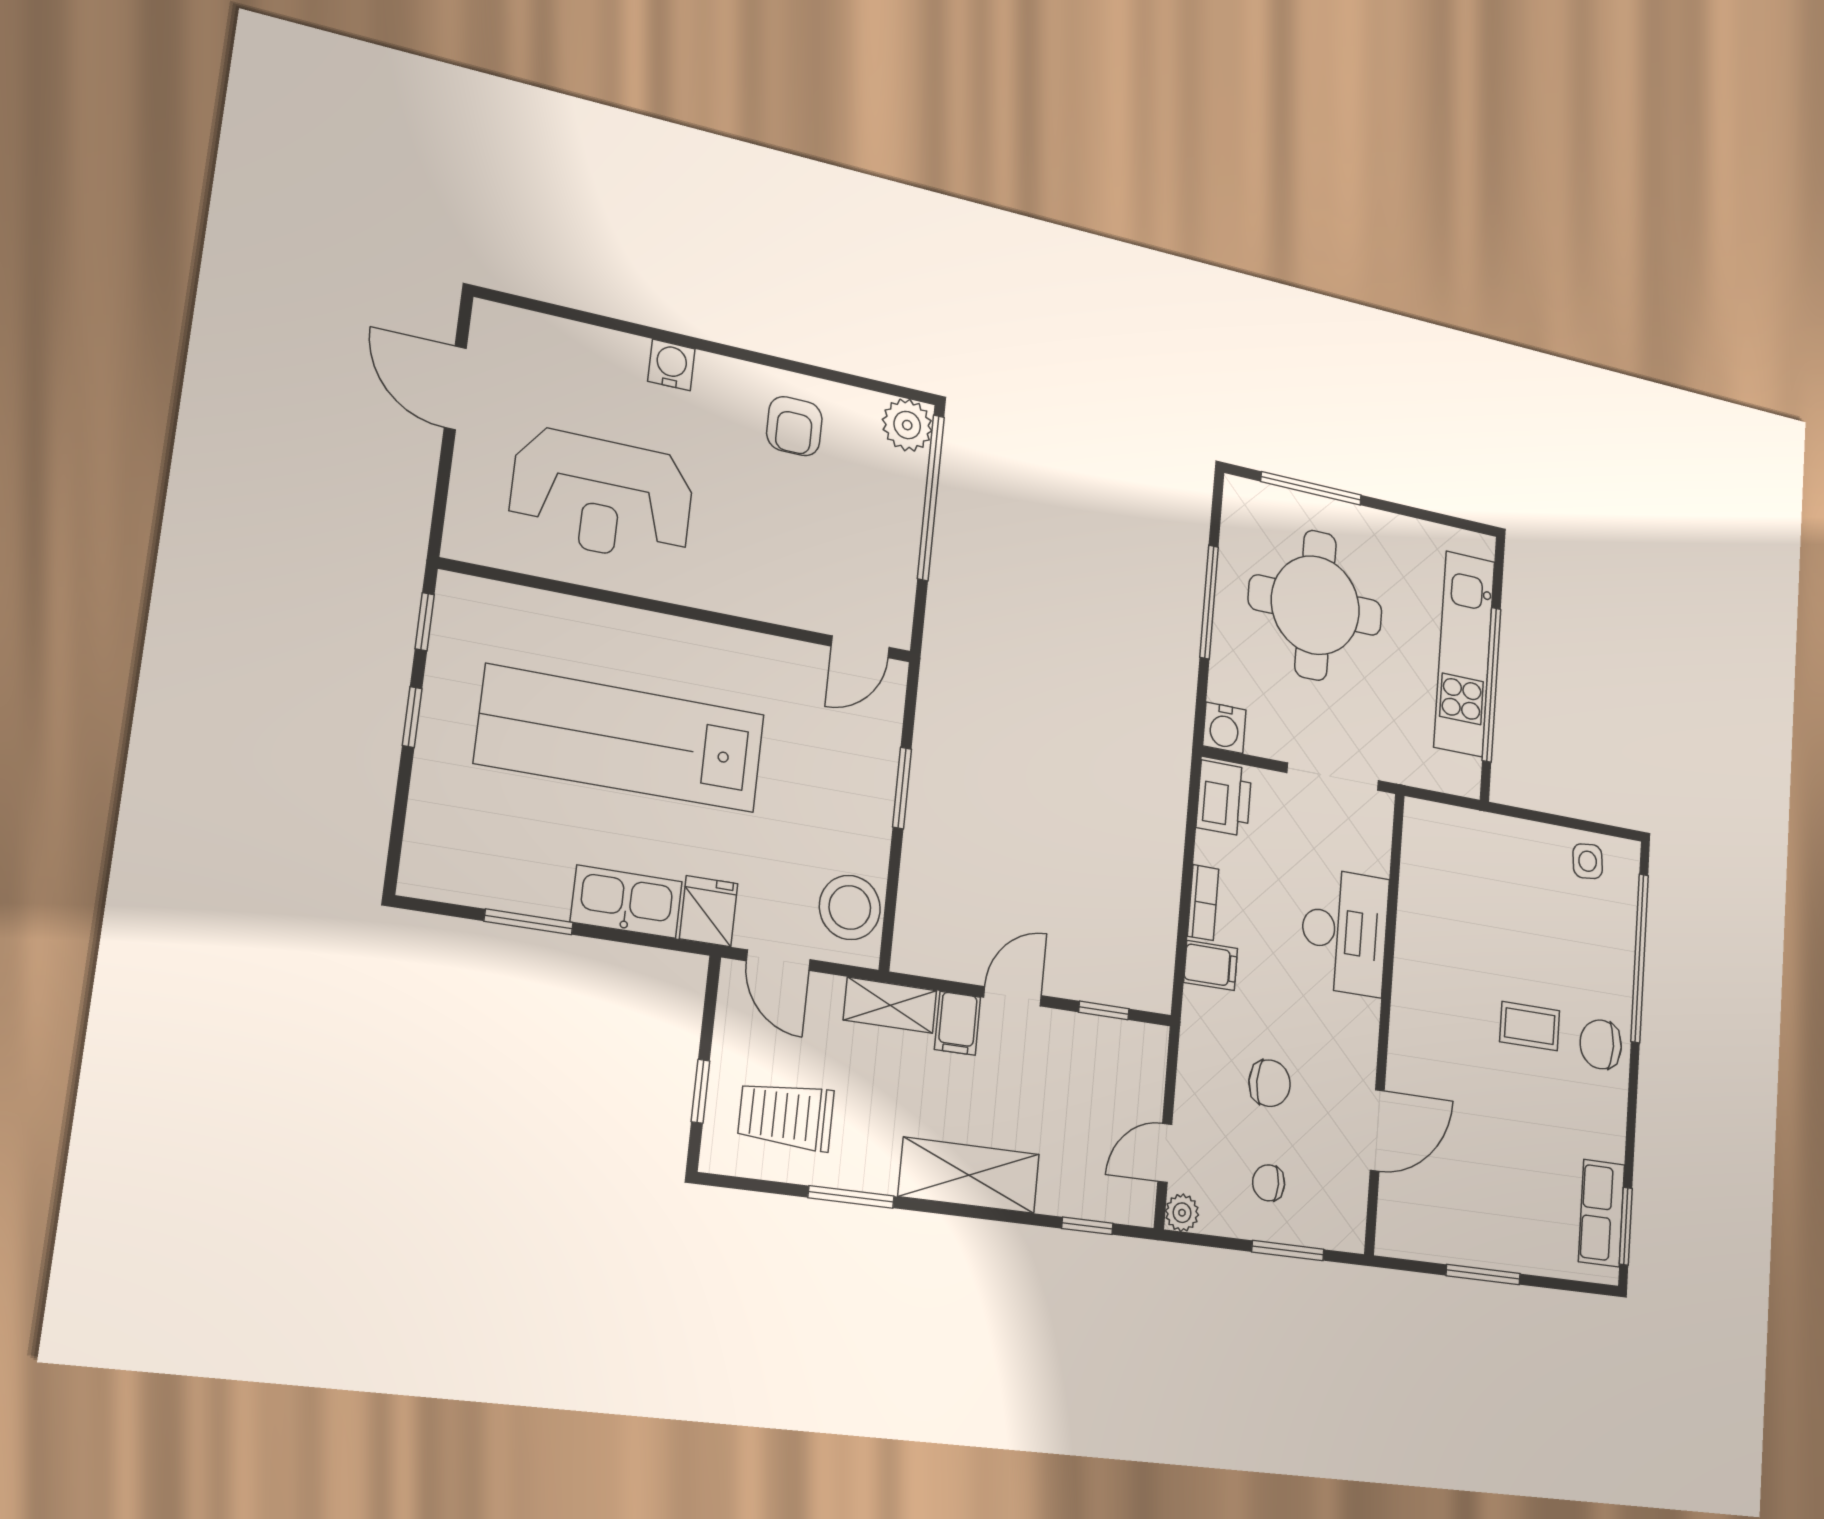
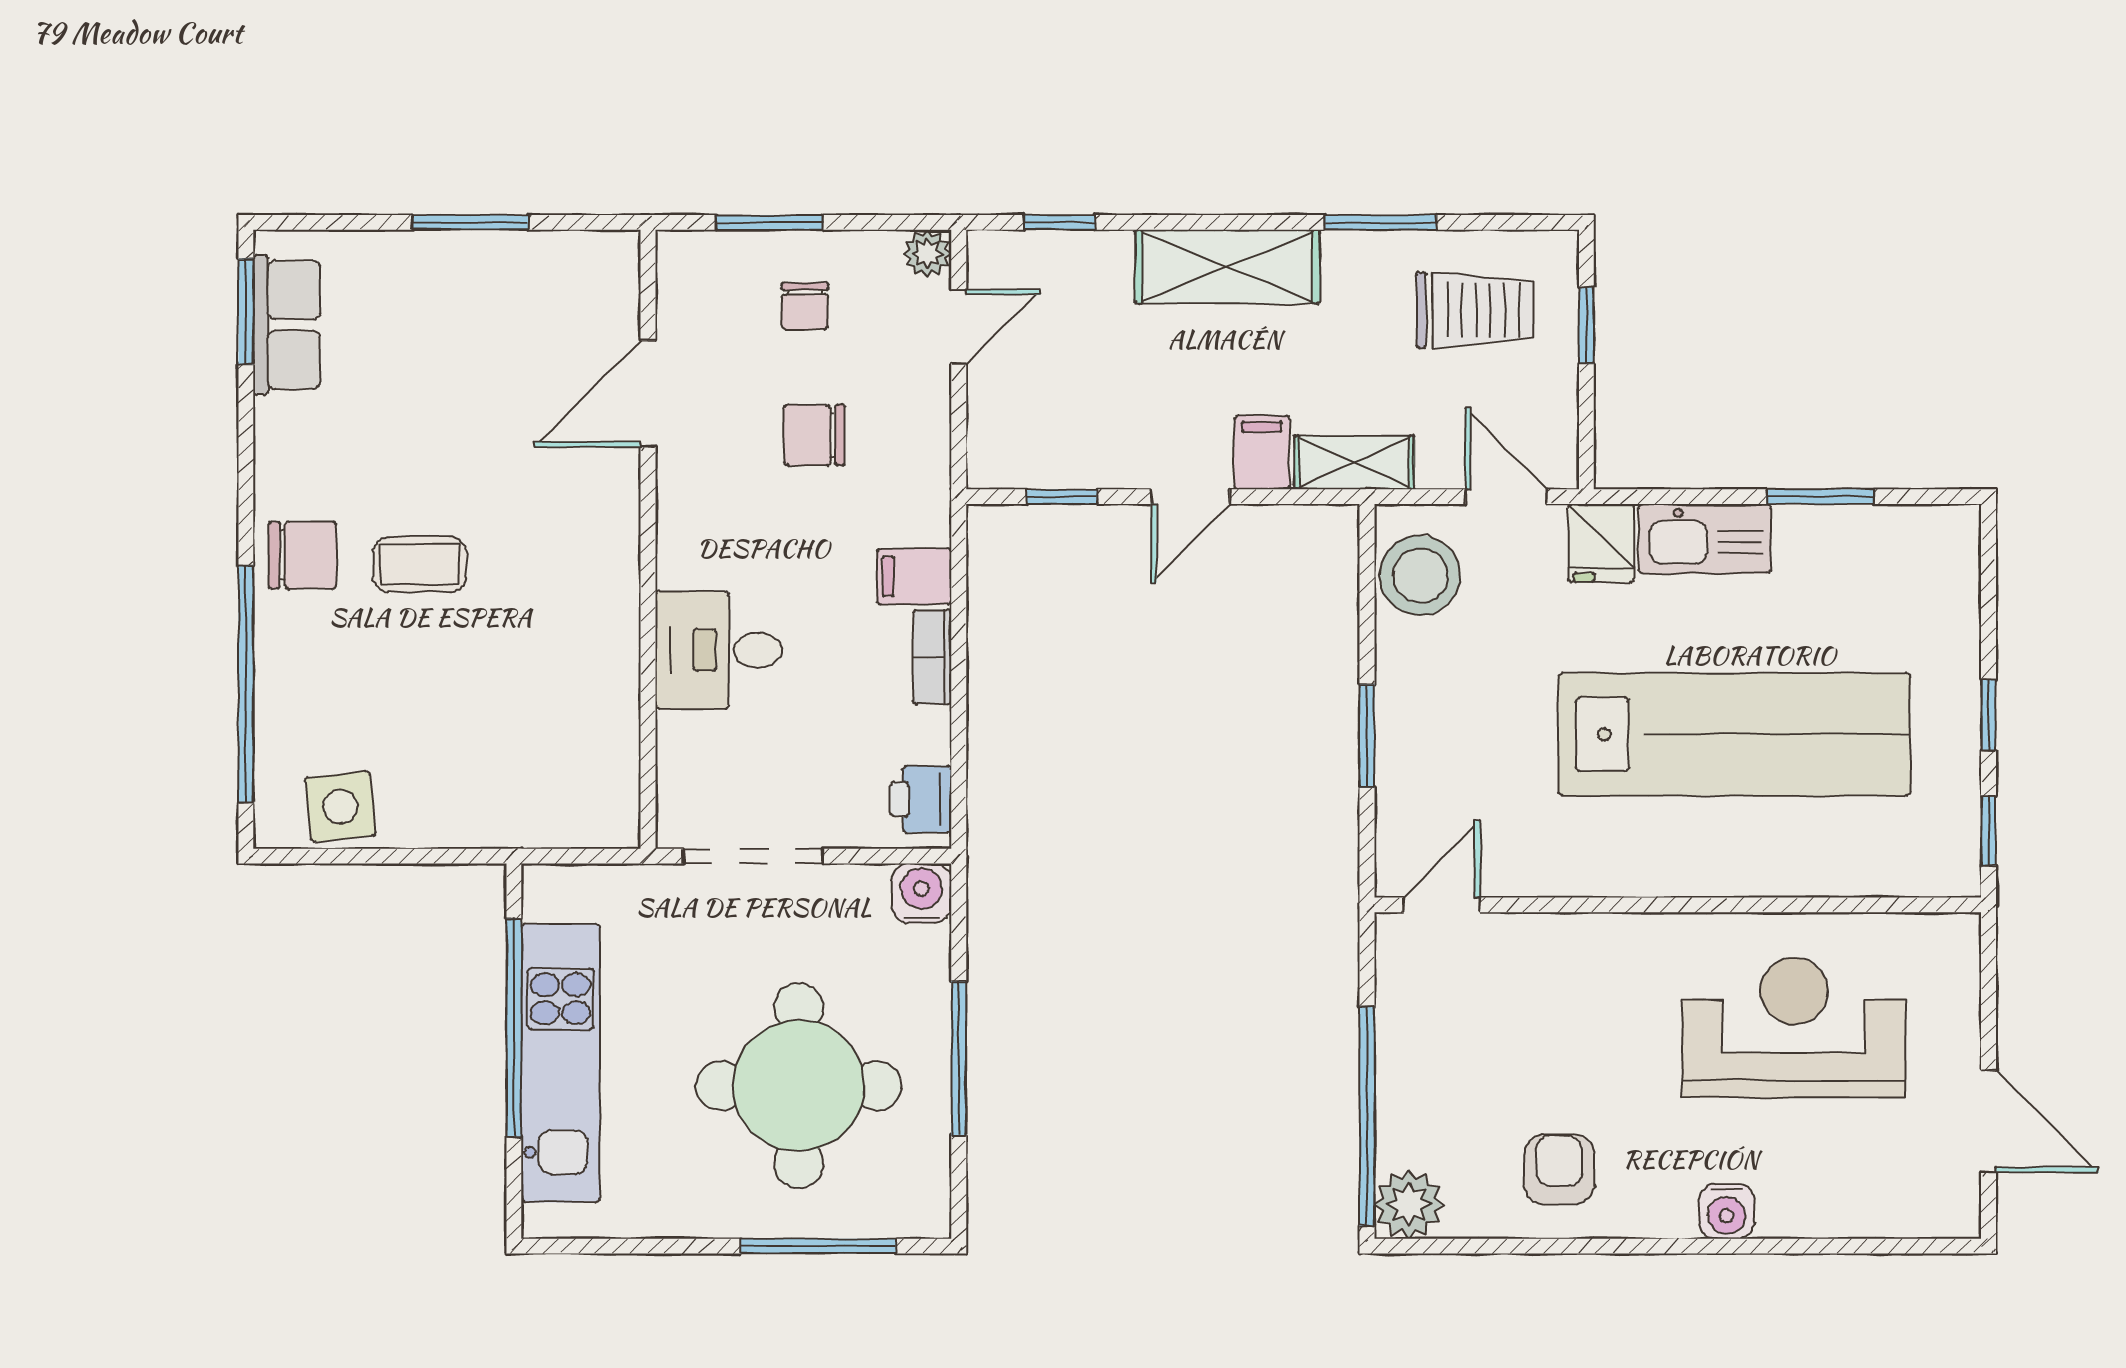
printer: (1224, 798) -> (921, 799), width x0.73, depth x0.81
side table: (1588, 861) -> (340, 807), width x1.37, depth x1.37
desk: (1344, 932) -> (719, 650), width x0.73
chair: (1269, 1183) -> (805, 306), turned 90

